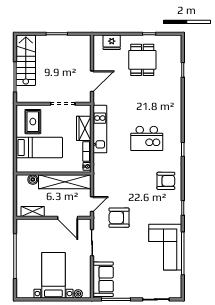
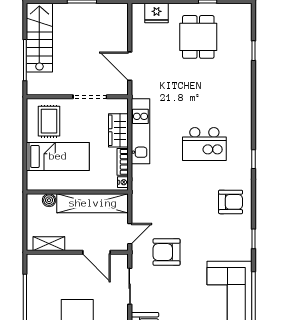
door: (92, 81) -> (130, 66), swing flipped

